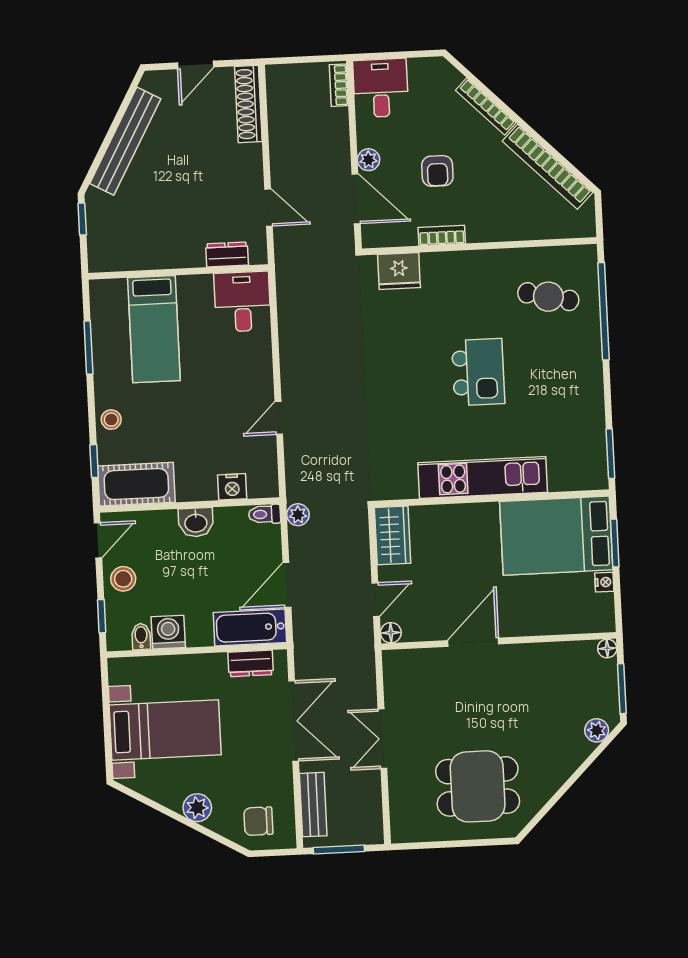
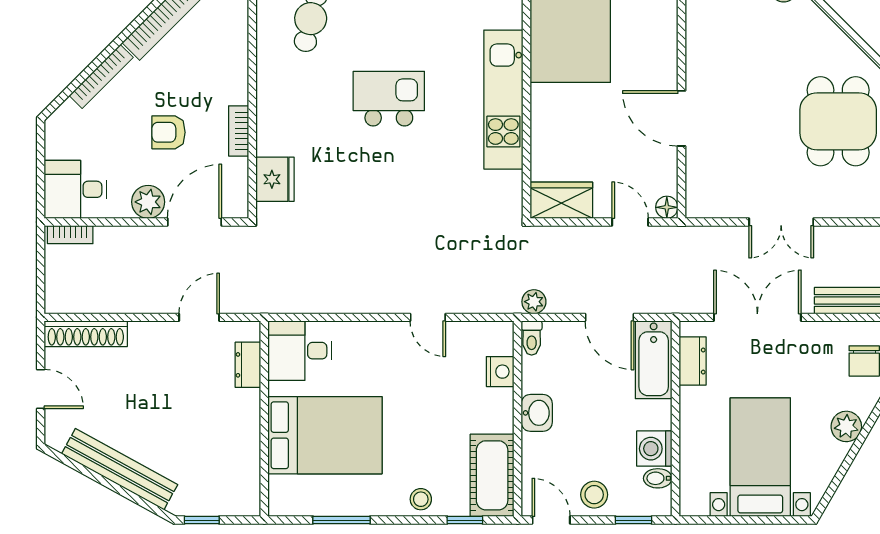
plant: (368, 160) -> (148, 202), width x1.38, depth x1.38
armchair: (437, 171) -> (168, 132), turned 180
bed: (154, 329) -> (325, 435), width x1.50

